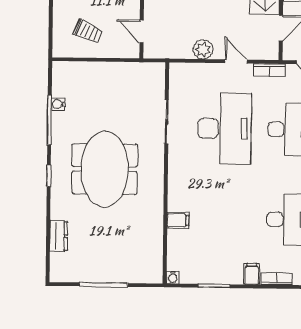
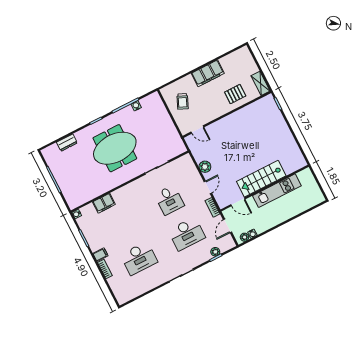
door: (142, 31) -> (197, 129), swing flipped
desk: (224, 129) -> (169, 200), width x0.53, depth x0.77
filing cabinet: (178, 220) -> (104, 203), width x2.00

